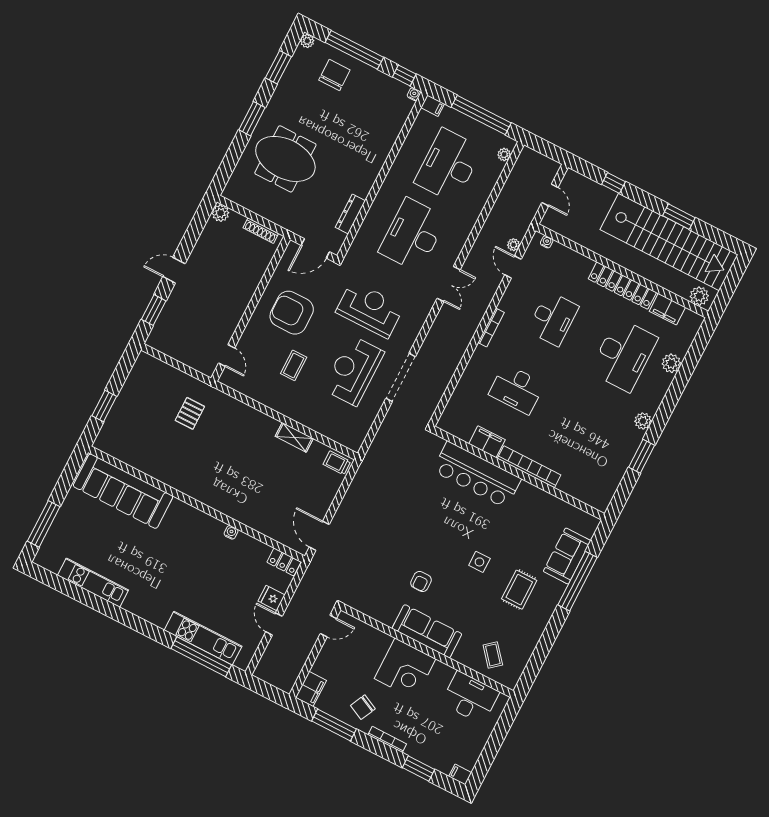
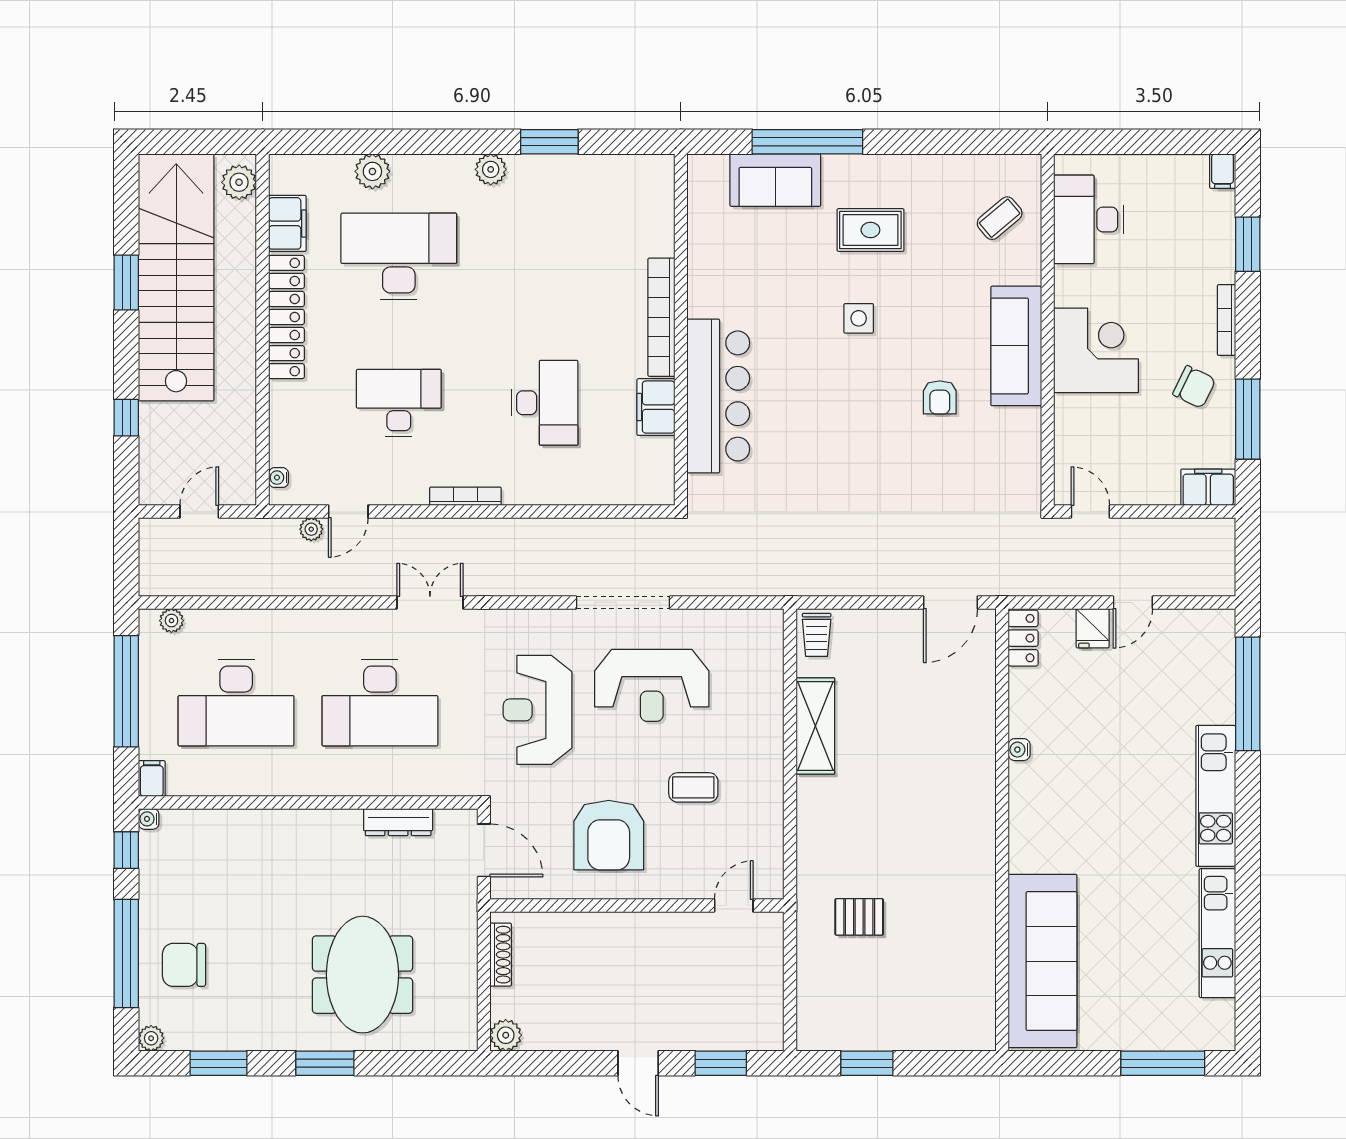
window: (104, 406) -> (867, 1063), moved
shelving: (294, 437) -> (815, 726), width x1.50, depth x1.33
armchair: (421, 581) -> (940, 397), turned 90
kitchen unit: (203, 638) -> (1216, 796), moved

